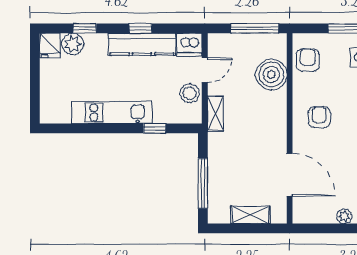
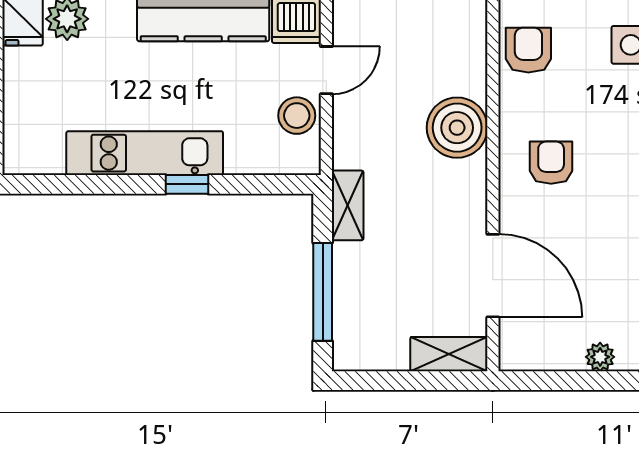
boiler: (271, 75) -> (457, 128), moved
shelving: (216, 113) -> (348, 205), moved
window: (155, 128) -> (187, 184), moved
shelving: (250, 215) -> (449, 354), moved

